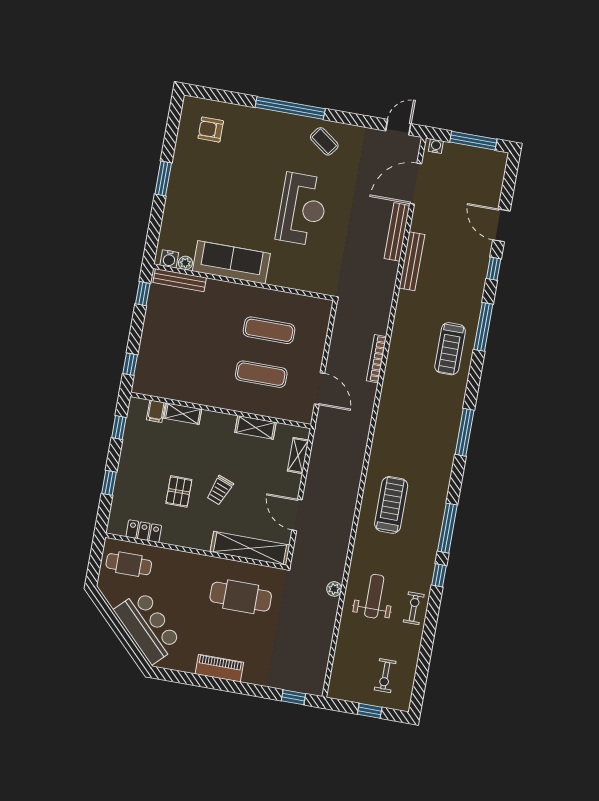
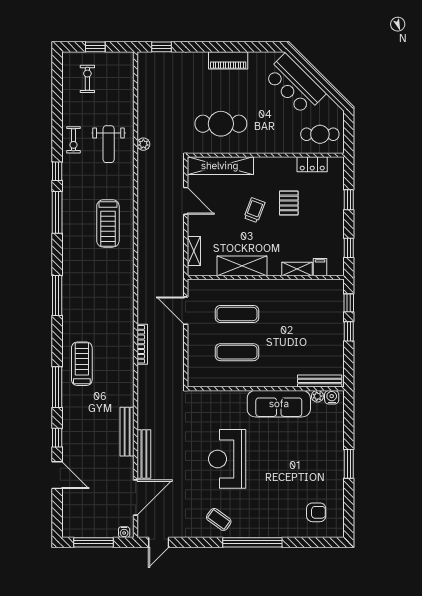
window: (143, 294) -> (349, 331), moved
shelving: (256, 427) -> (242, 266), width x1.50, depth x1.33

